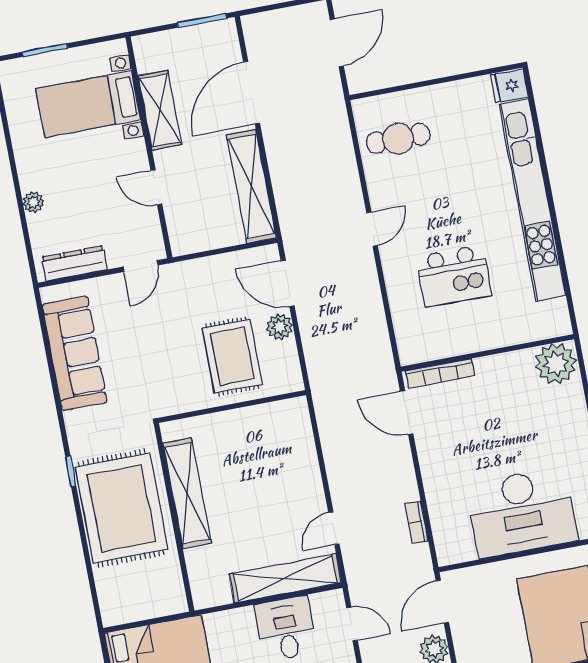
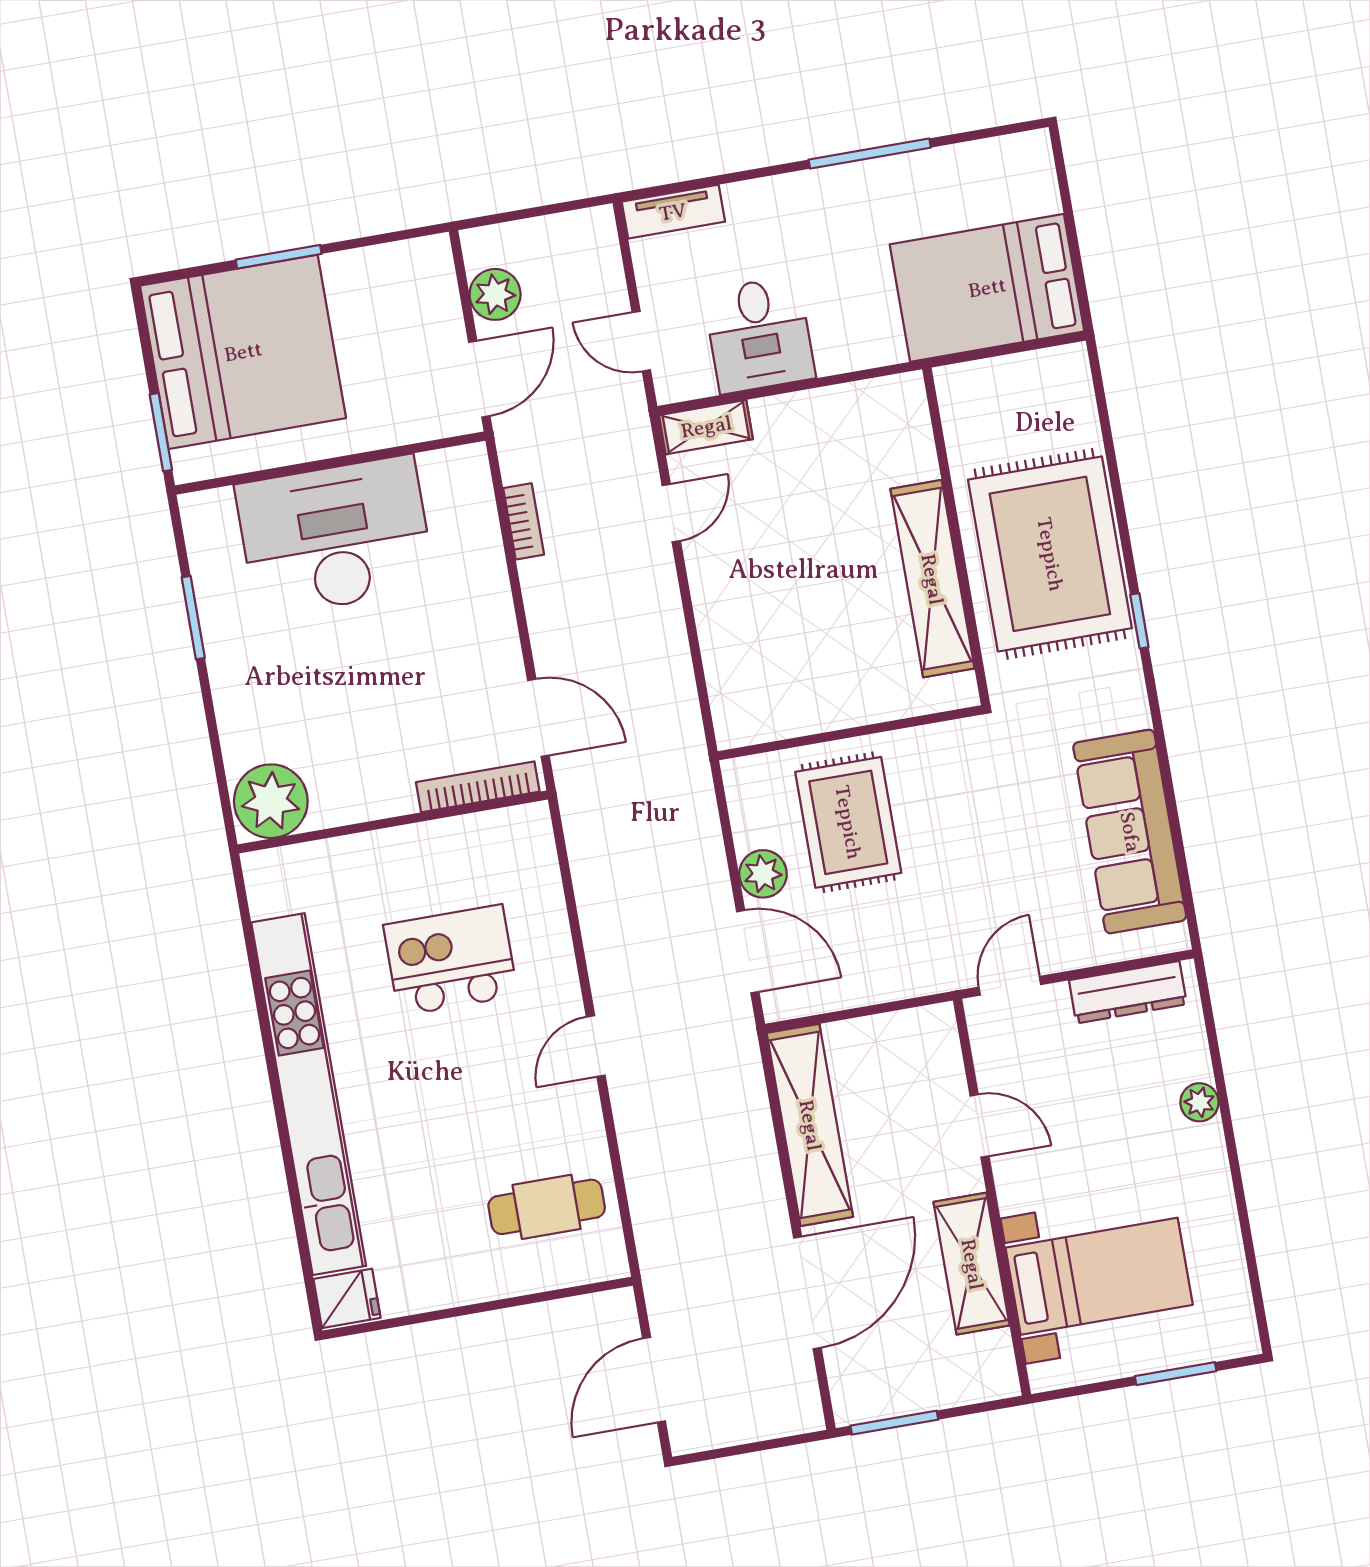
shelving: (285, 578) -> (706, 427), width x0.45, depth x0.75

